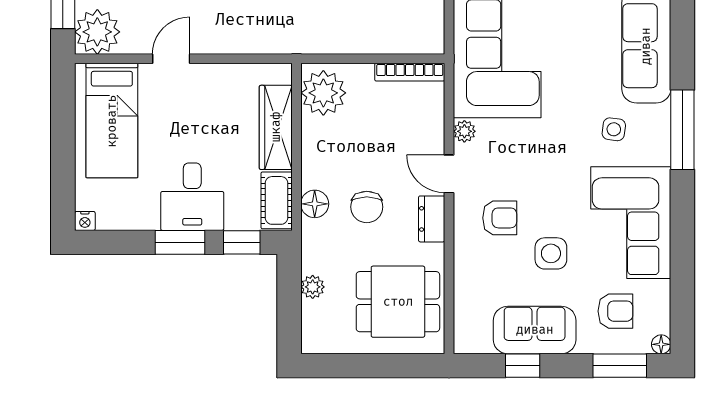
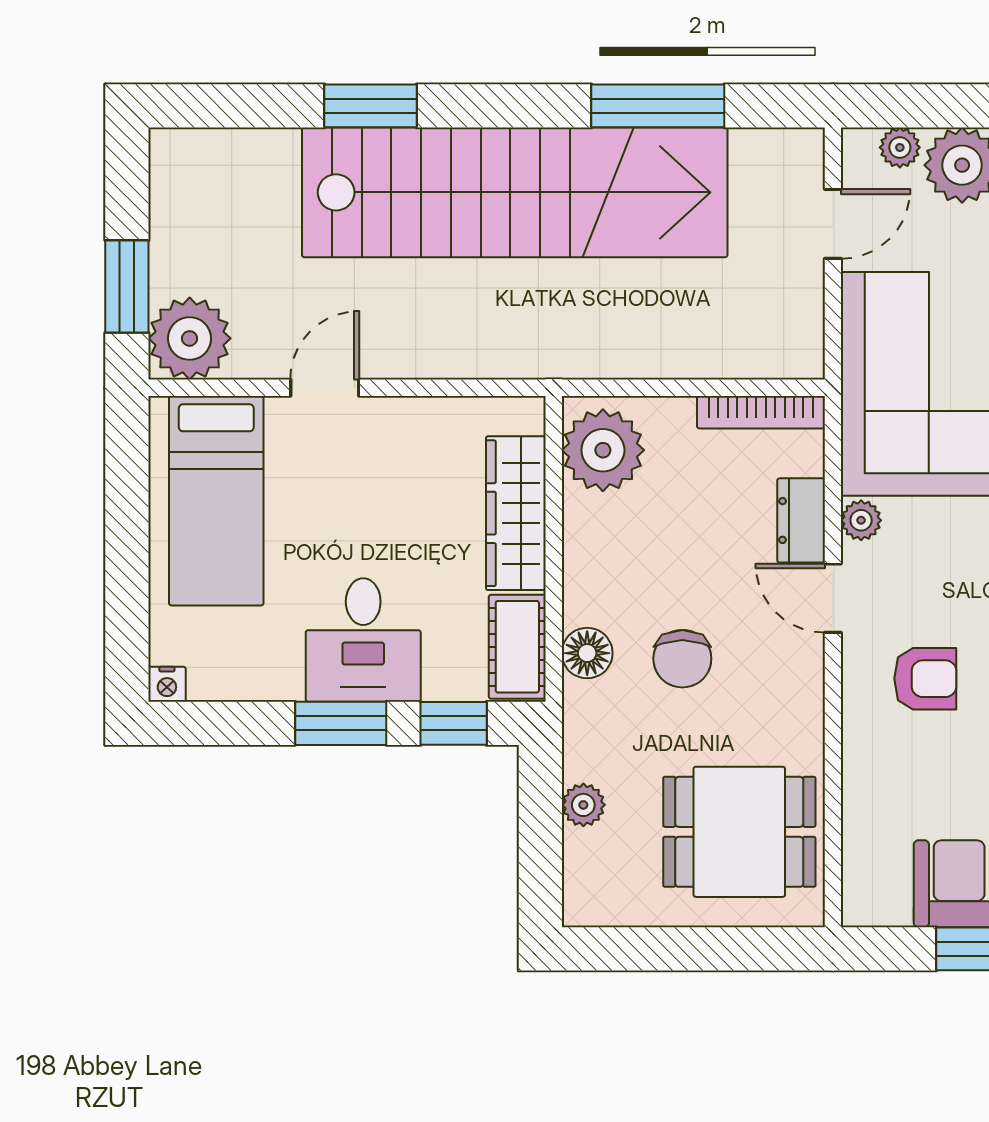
dresser: (432, 219) -> (801, 520), moved

